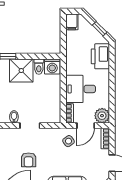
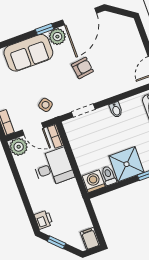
printer: (100, 56) -> (43, 220), width x0.53, depth x0.68
doorway: (30, 126) -> (83, 111), moved
door: (86, 126) -> (33, 129), swing flipped
armchair: (29, 160) -> (82, 68), turned 82

